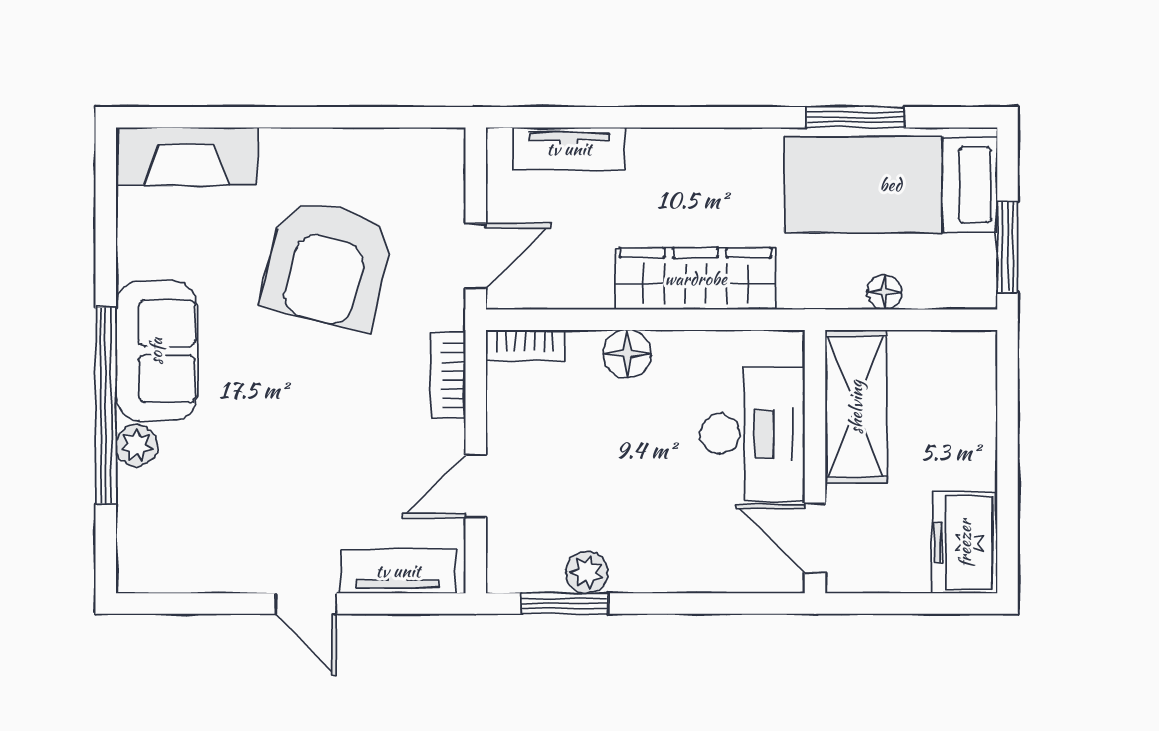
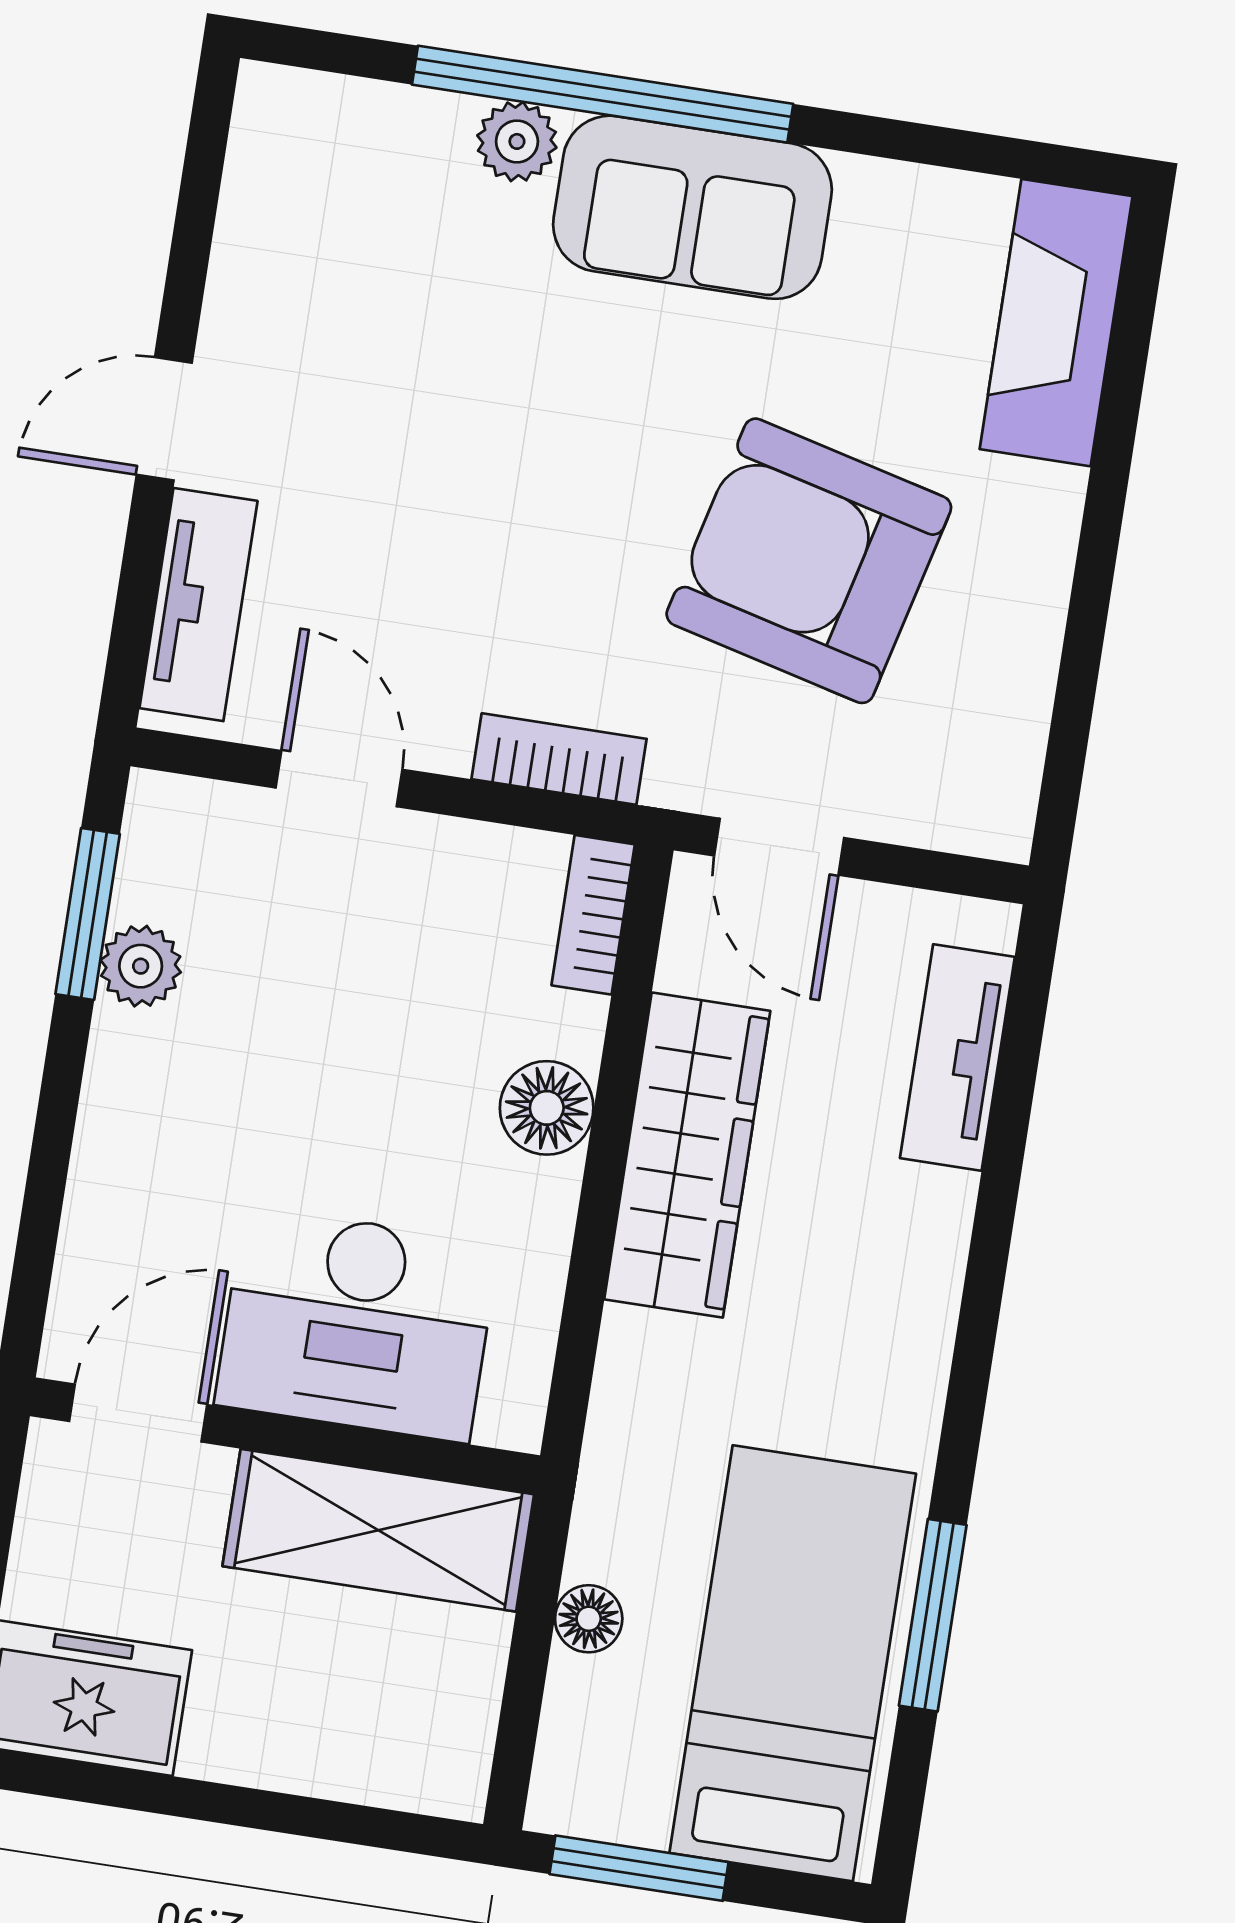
wardrobe: (696, 279) -> (687, 1155), moved

